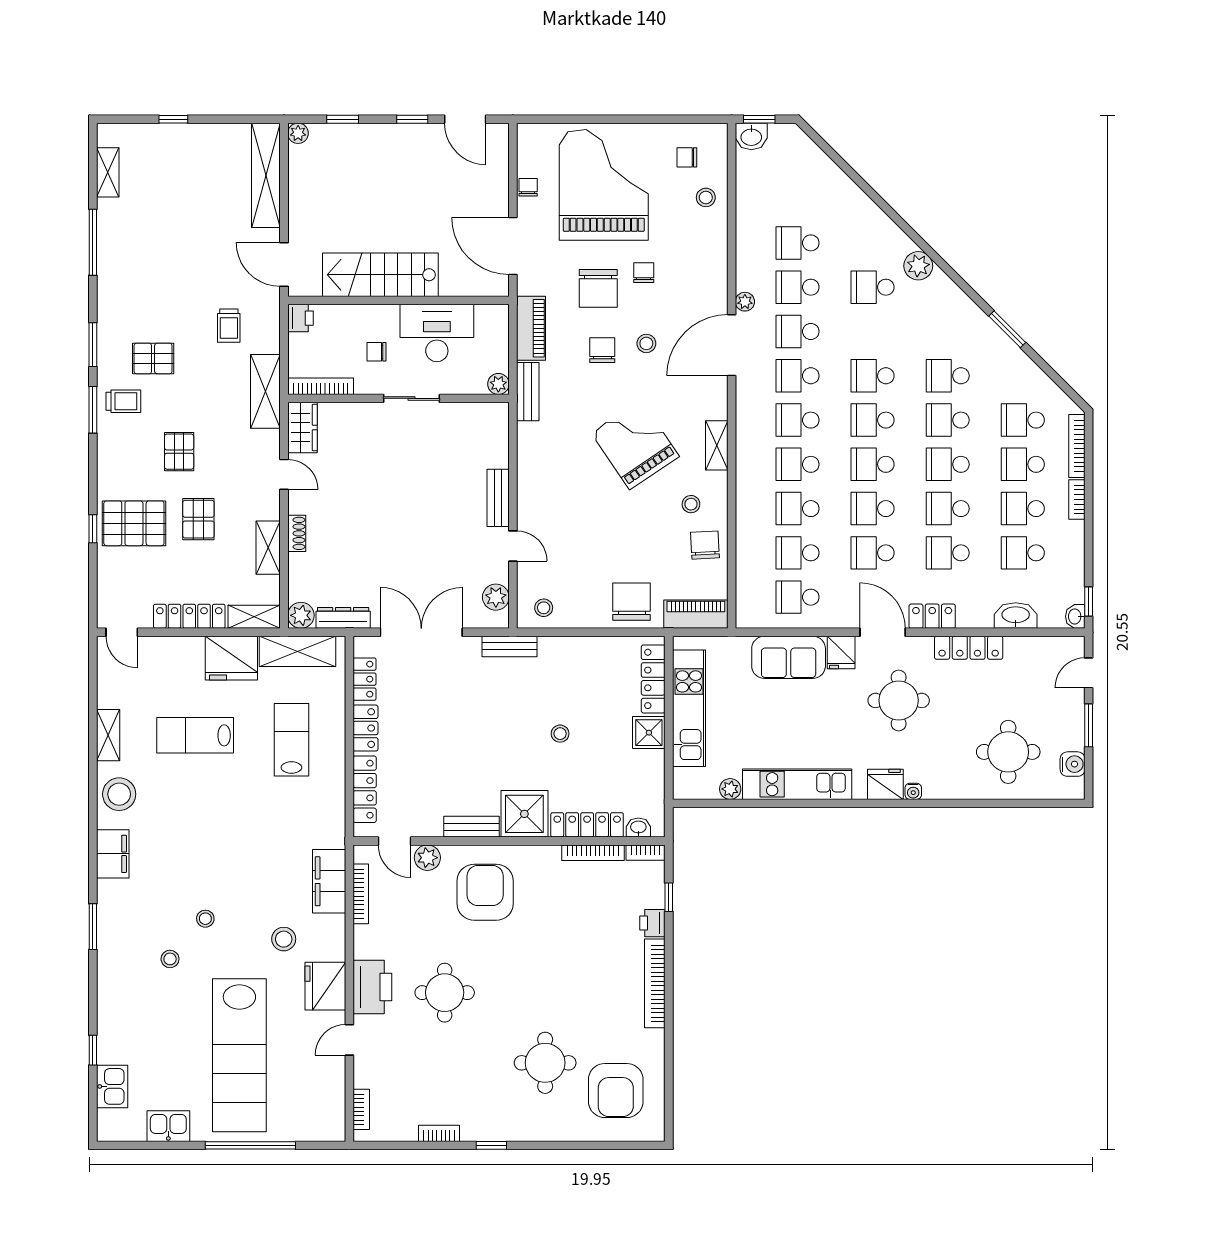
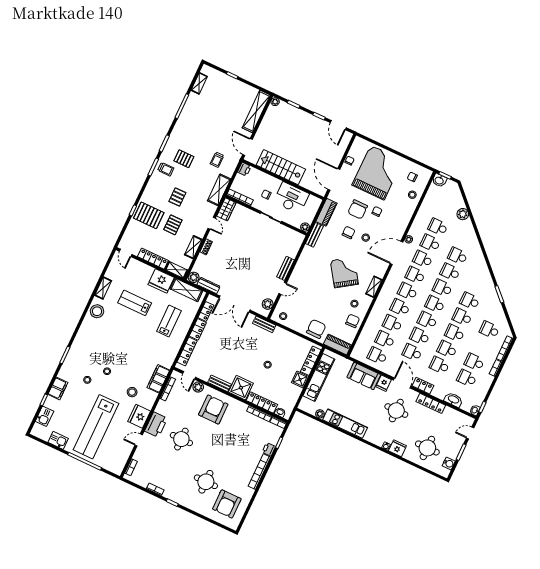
plant: (918, 266) -> (463, 214), moved
school desk: (1023, 464) -> (450, 272), moved
door: (513, 546) -> (283, 288), hinge flipped
double door: (421, 632) -> (235, 304), swing flipped
fridge: (885, 784) -> (397, 448), moved
filing cabinet: (113, 854) -> (58, 388), moved

